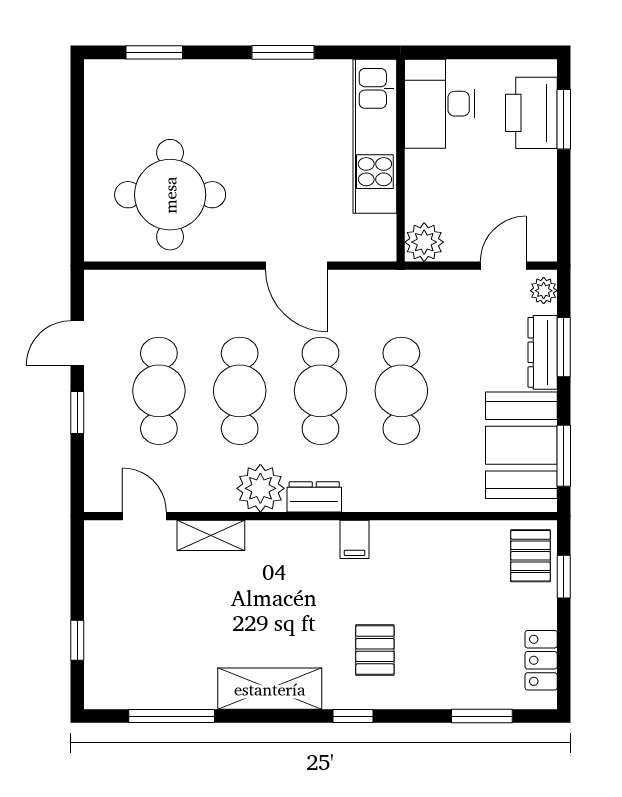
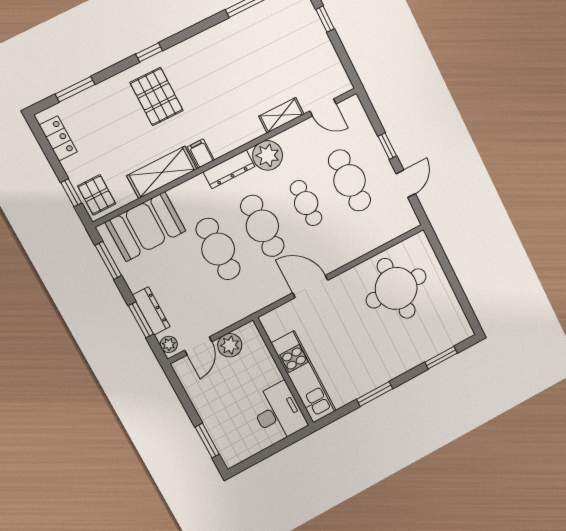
printer: (531, 113) -> (227, 434), removed
plant: (424, 242) -> (230, 345), moved
cafe table: (240, 391) -> (306, 203), width x0.73, depth x0.74
booth: (521, 445) -> (145, 227), moved, turned 90
dresser: (314, 497) -> (229, 169), width x1.44
pallet: (375, 650) -> (157, 97), width x1.50, depth x1.42
shelving: (270, 689) -> (162, 172), moved

